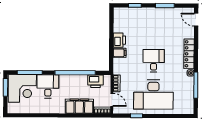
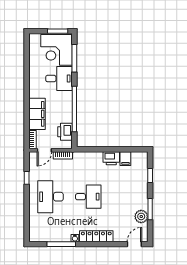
plant: (172, 14) -> (141, 216), added
filing cabinet: (120, 53) -> (125, 159), moved
desk: (153, 94) -> (51, 197), width x0.73, depth x0.77

